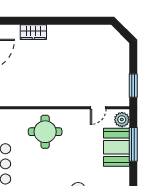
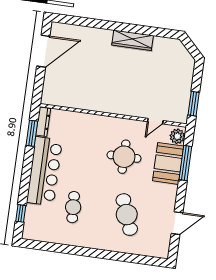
wardrobe: (33, 32) -> (133, 40), moved, width x1.50
round table: (45, 132) -> (124, 157), moved

